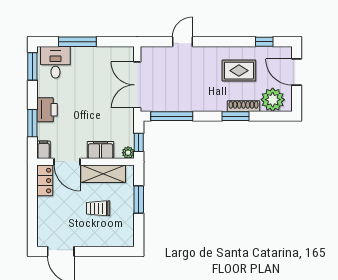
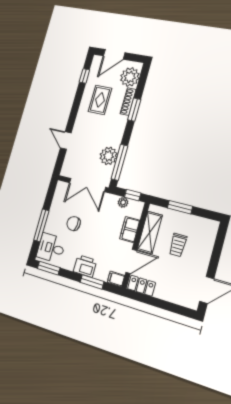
chair: (90, 81) -> (74, 224), added
plant: (176, 101) -> (109, 156), added
plant: (128, 153) -> (123, 202), moved

